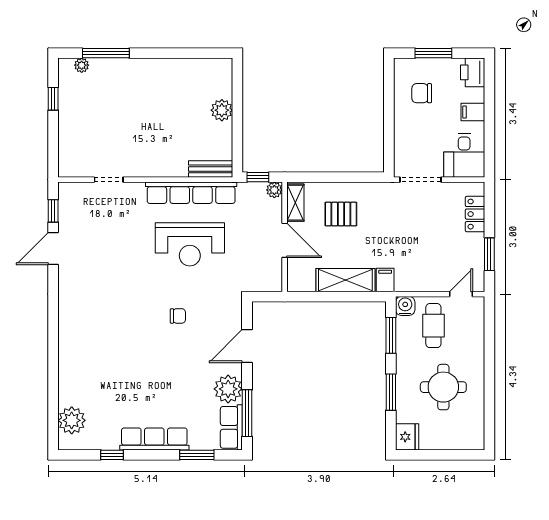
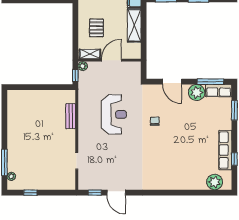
plant: (222, 110) -> (37, 96), removed
bench: (211, 169) -> (71, 116), moved
row of seats: (191, 193) -> (84, 114), removed
row of seats: (154, 439) -> (225, 150), moved

